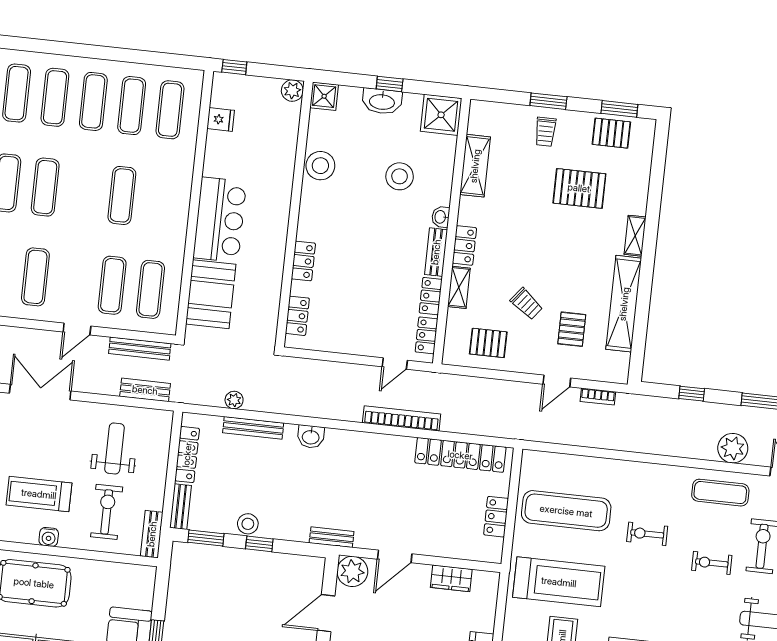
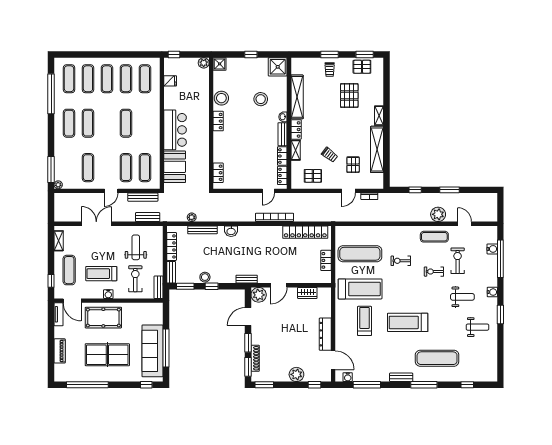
washbasin: (382, 101) -> (248, 63), removed
shelving: (475, 166) -> (297, 97), width x1.47
pallet: (579, 188) -> (349, 95), turned 90
locker: (303, 261) -> (218, 121), moved

